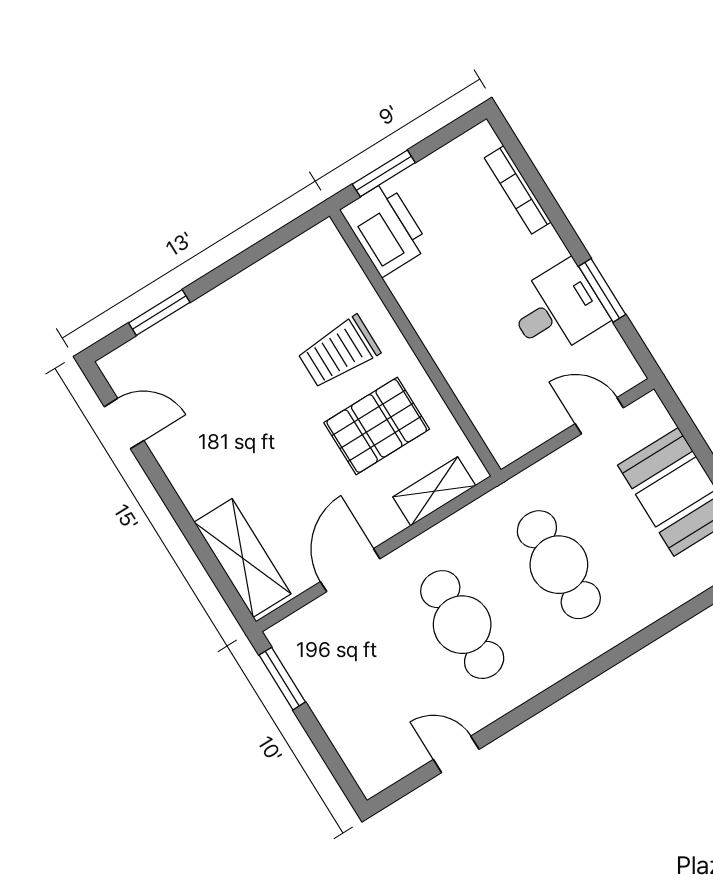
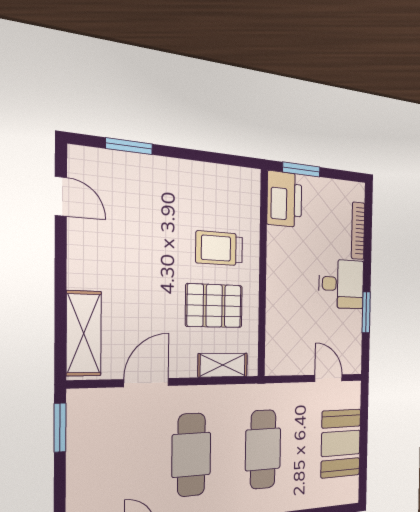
desk: (557, 310) -> (341, 284), moved

